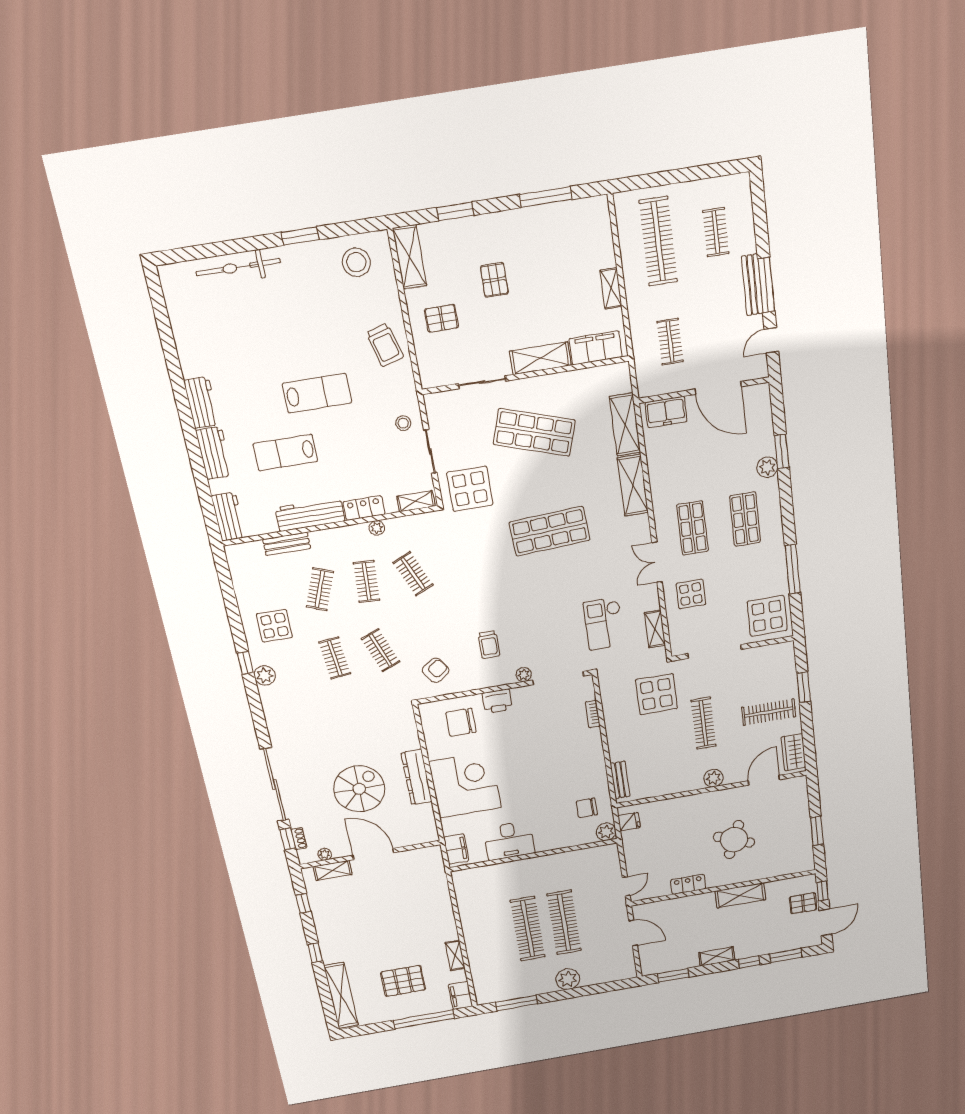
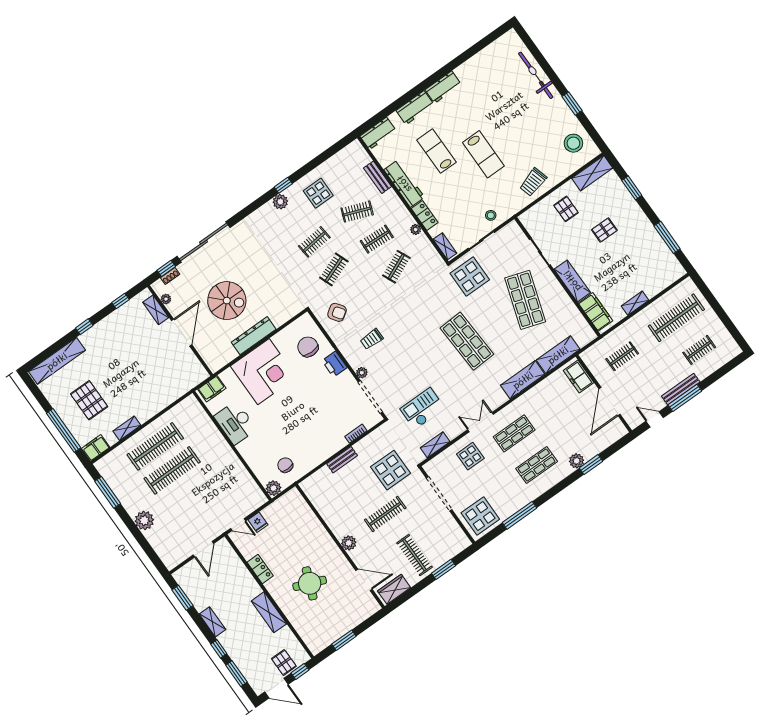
bench: (620, 780) -> (342, 460), moved
fridge: (629, 822) -> (258, 522), moved
clothes rail: (564, 922) -> (155, 446), moved

